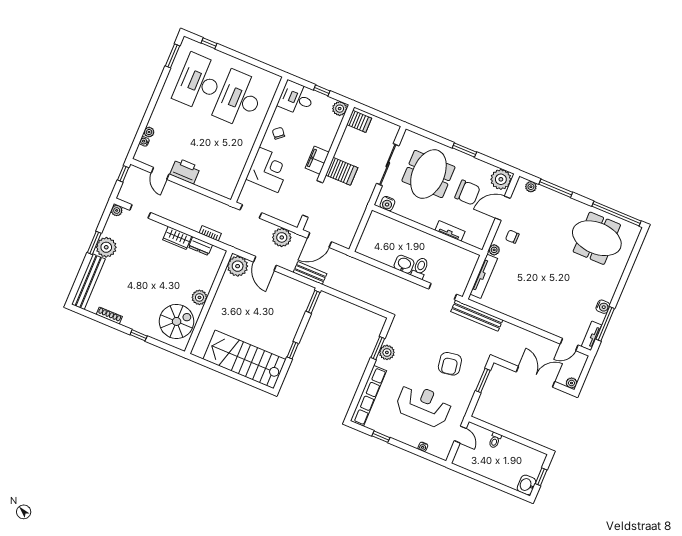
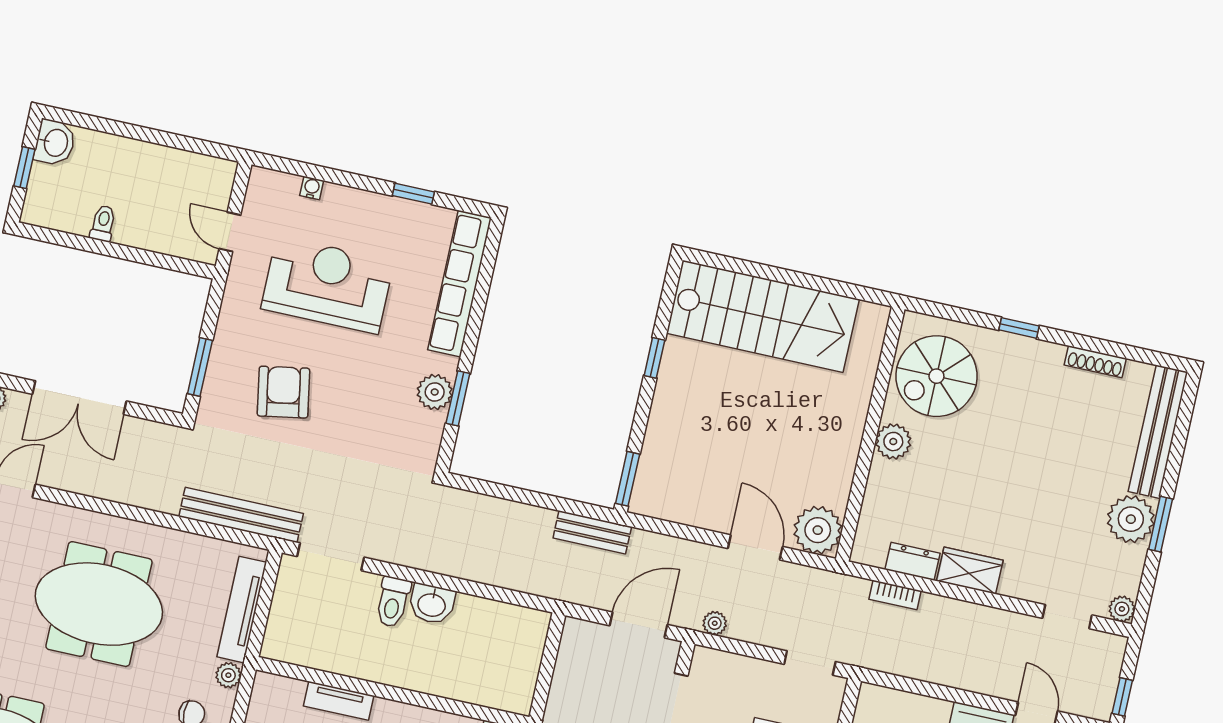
plant: (282, 237) -> (715, 623), width x0.53, depth x0.53
bench: (310, 273) -> (592, 532), moved
meeting table: (543, 289) -> (99, 604), added
reception desk: (424, 405) -> (327, 285), turned 180
toilet: (495, 440) -> (103, 223), moved

